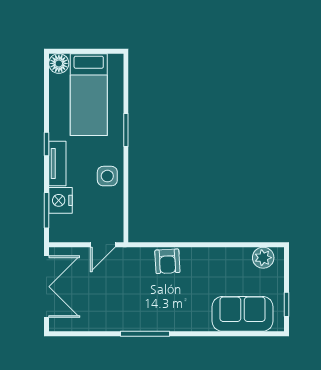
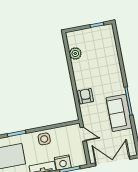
plant: (263, 258) -> (75, 53), moved
armchair: (167, 261) -> (86, 96), turned -87
sofa: (242, 314) -> (119, 113), moved

